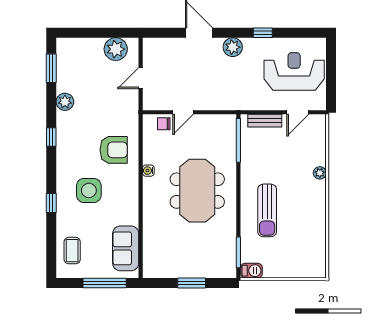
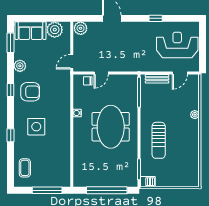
plant: (233, 47) -> (81, 28), moved
door: (141, 78) -> (72, 62), moved
armchair: (114, 150) -> (30, 92), moved
sofa: (126, 248) -> (31, 31), moved, turned -90
window: (192, 283) -> (107, 190), width x2.11

